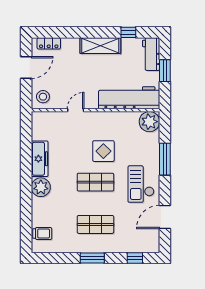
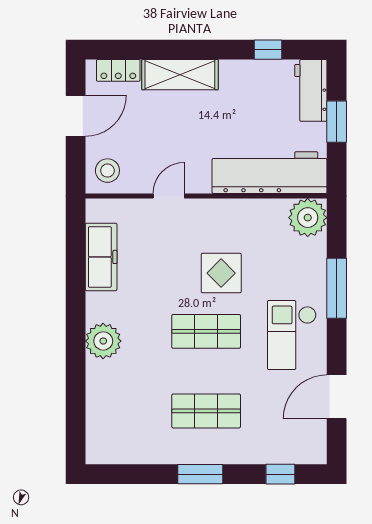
shelving: (100, 46) -> (180, 75), moved
freezer: (40, 159) -> (101, 257), moved
trolley: (42, 233) -> (106, 428), removed

